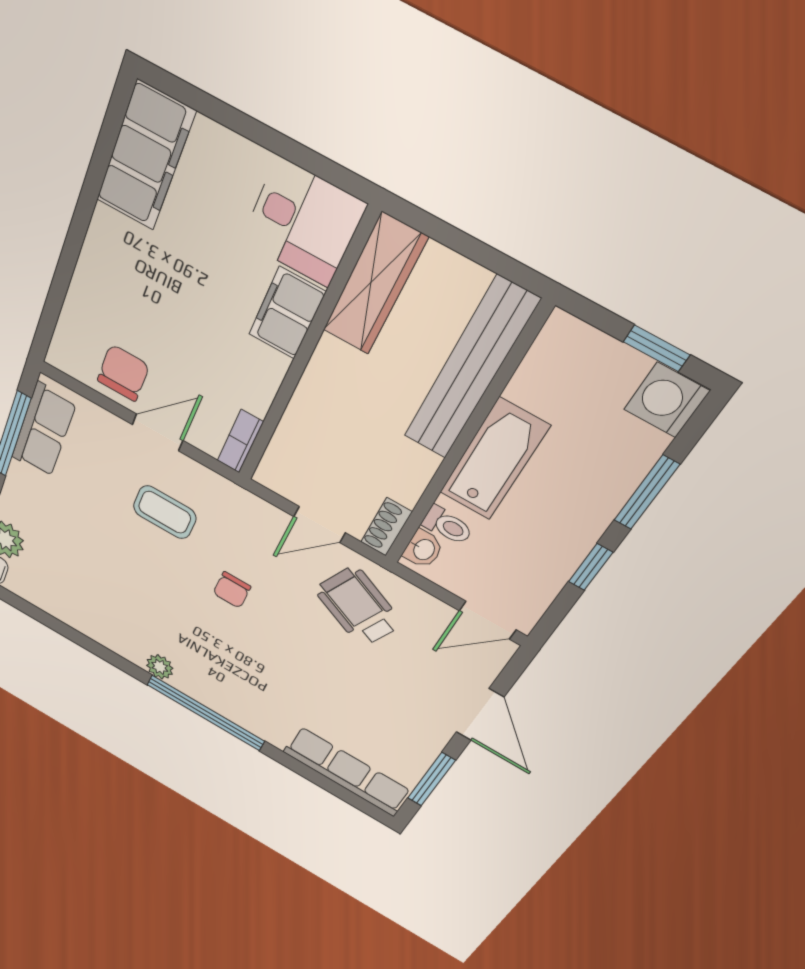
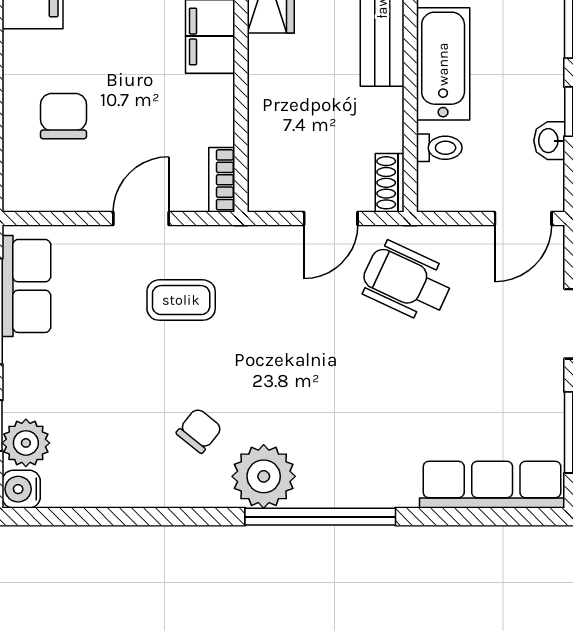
chair: (123, 373) -> (64, 116), moved
washbasin: (423, 549) -> (549, 141), moved, turned 180
chair: (232, 590) -> (199, 431), moved, turned -141
plant: (160, 667) -> (264, 476), width x1.87, depth x1.87

